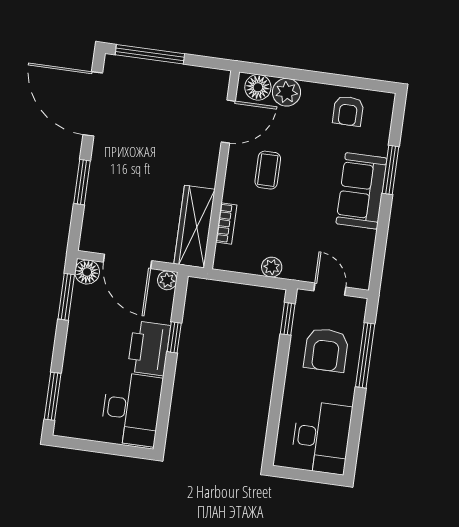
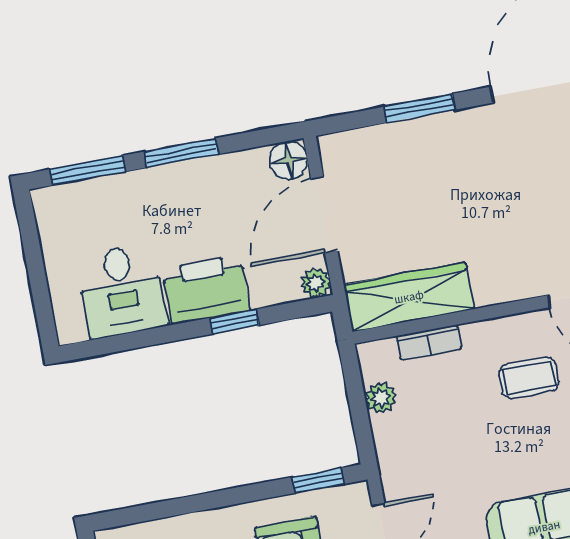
plant: (272, 267) -> (381, 398), moved
window: (66, 297) -> (181, 153), moved
desk: (131, 409) -> (122, 291), width x0.73

